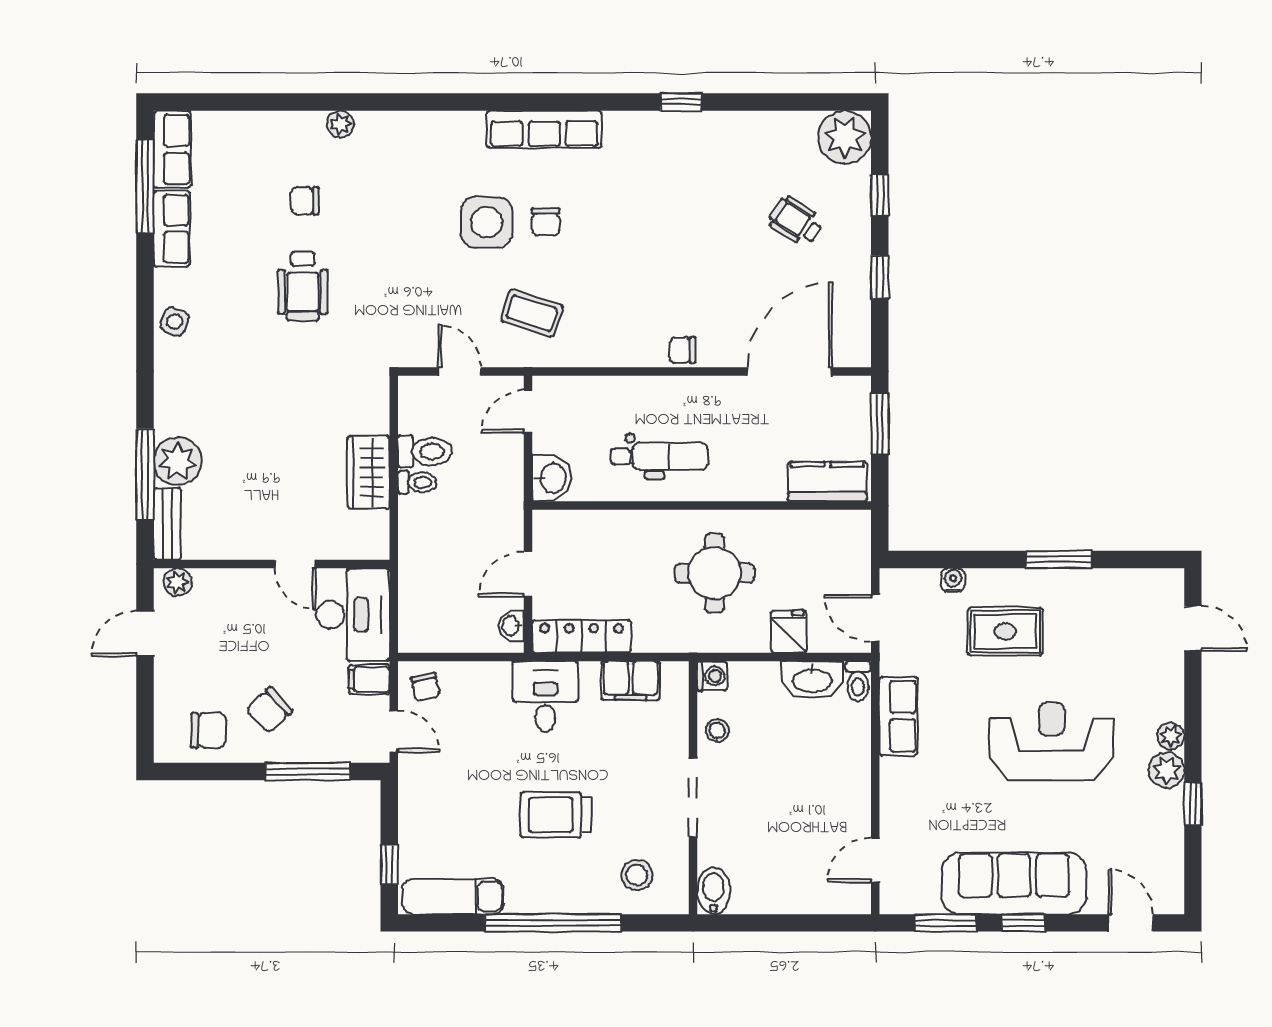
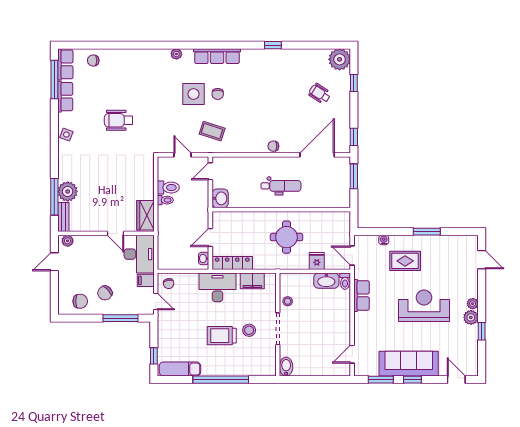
plant: (340, 124) -> (176, 54), moved
chair: (305, 201) -> (93, 60), moved
window: (880, 277) -> (354, 137), moved
wheelchair: (303, 286) -> (119, 120), turned 90
dental chair: (659, 456) -> (281, 186), moved
wardrobe: (369, 472) -> (145, 215), moved
kitchen counter: (827, 482) -> (332, 200), removed
washing machine: (712, 676) -> (285, 279), removed
desk: (545, 696) -> (218, 287), width x1.37
stool: (637, 875) -> (249, 330), moved

